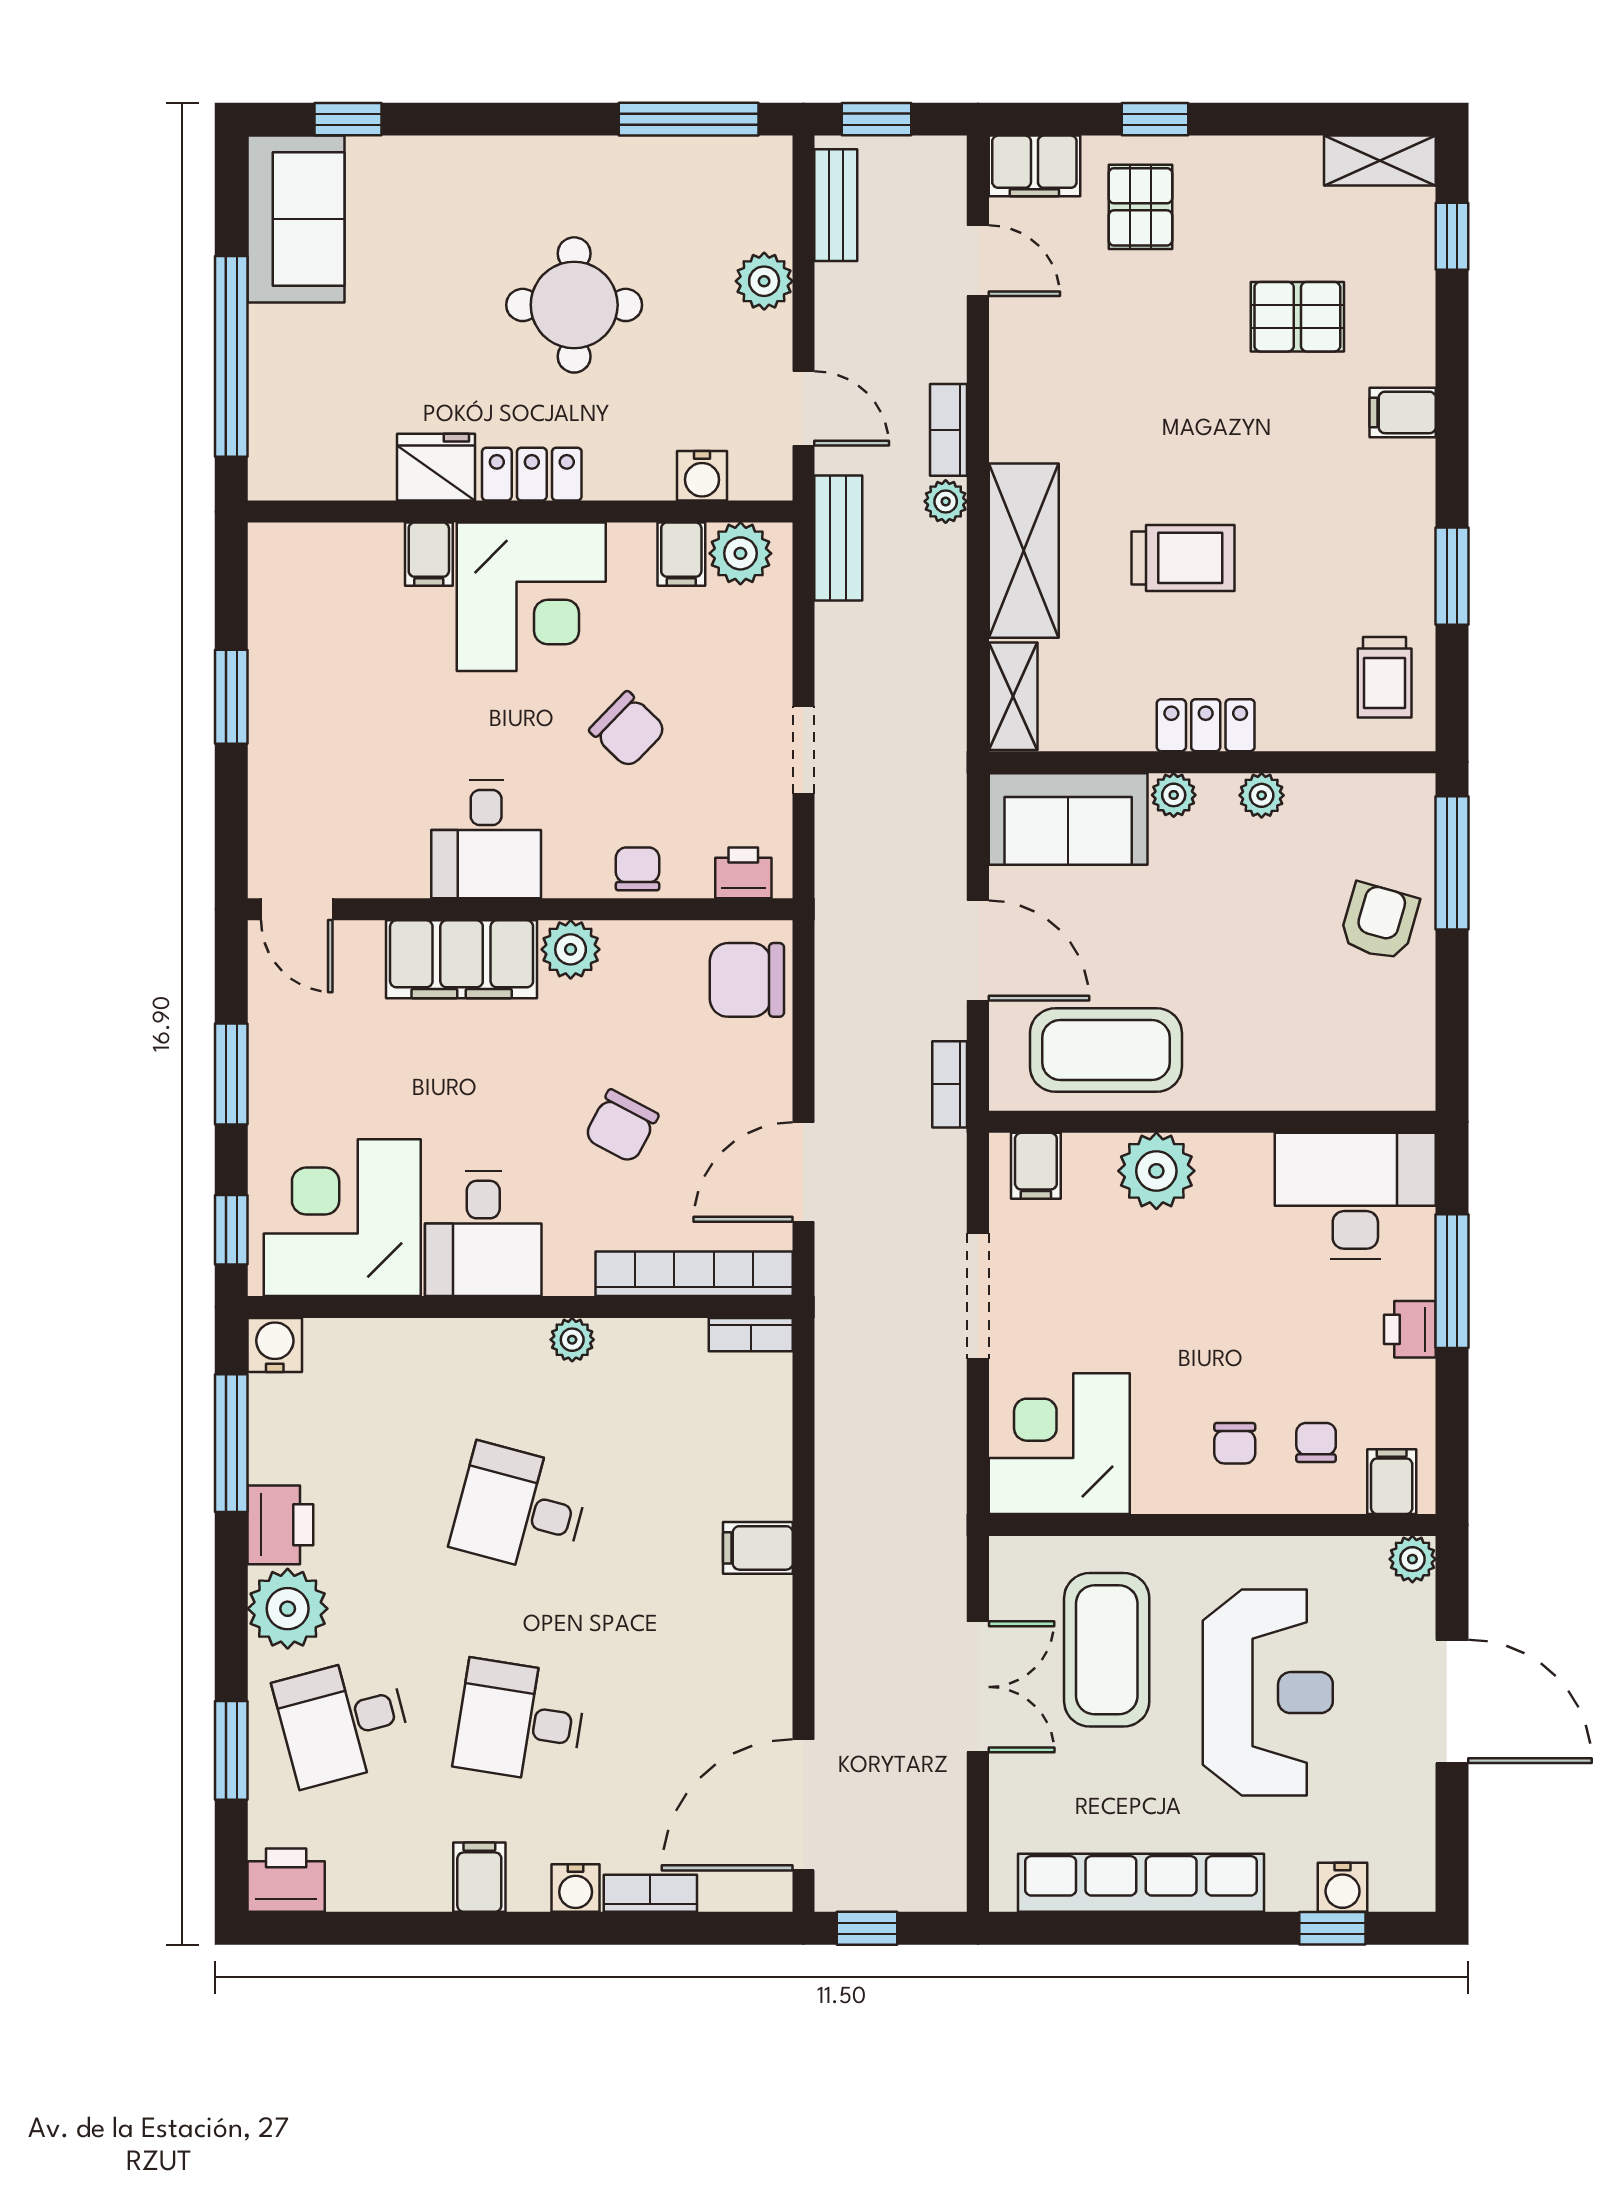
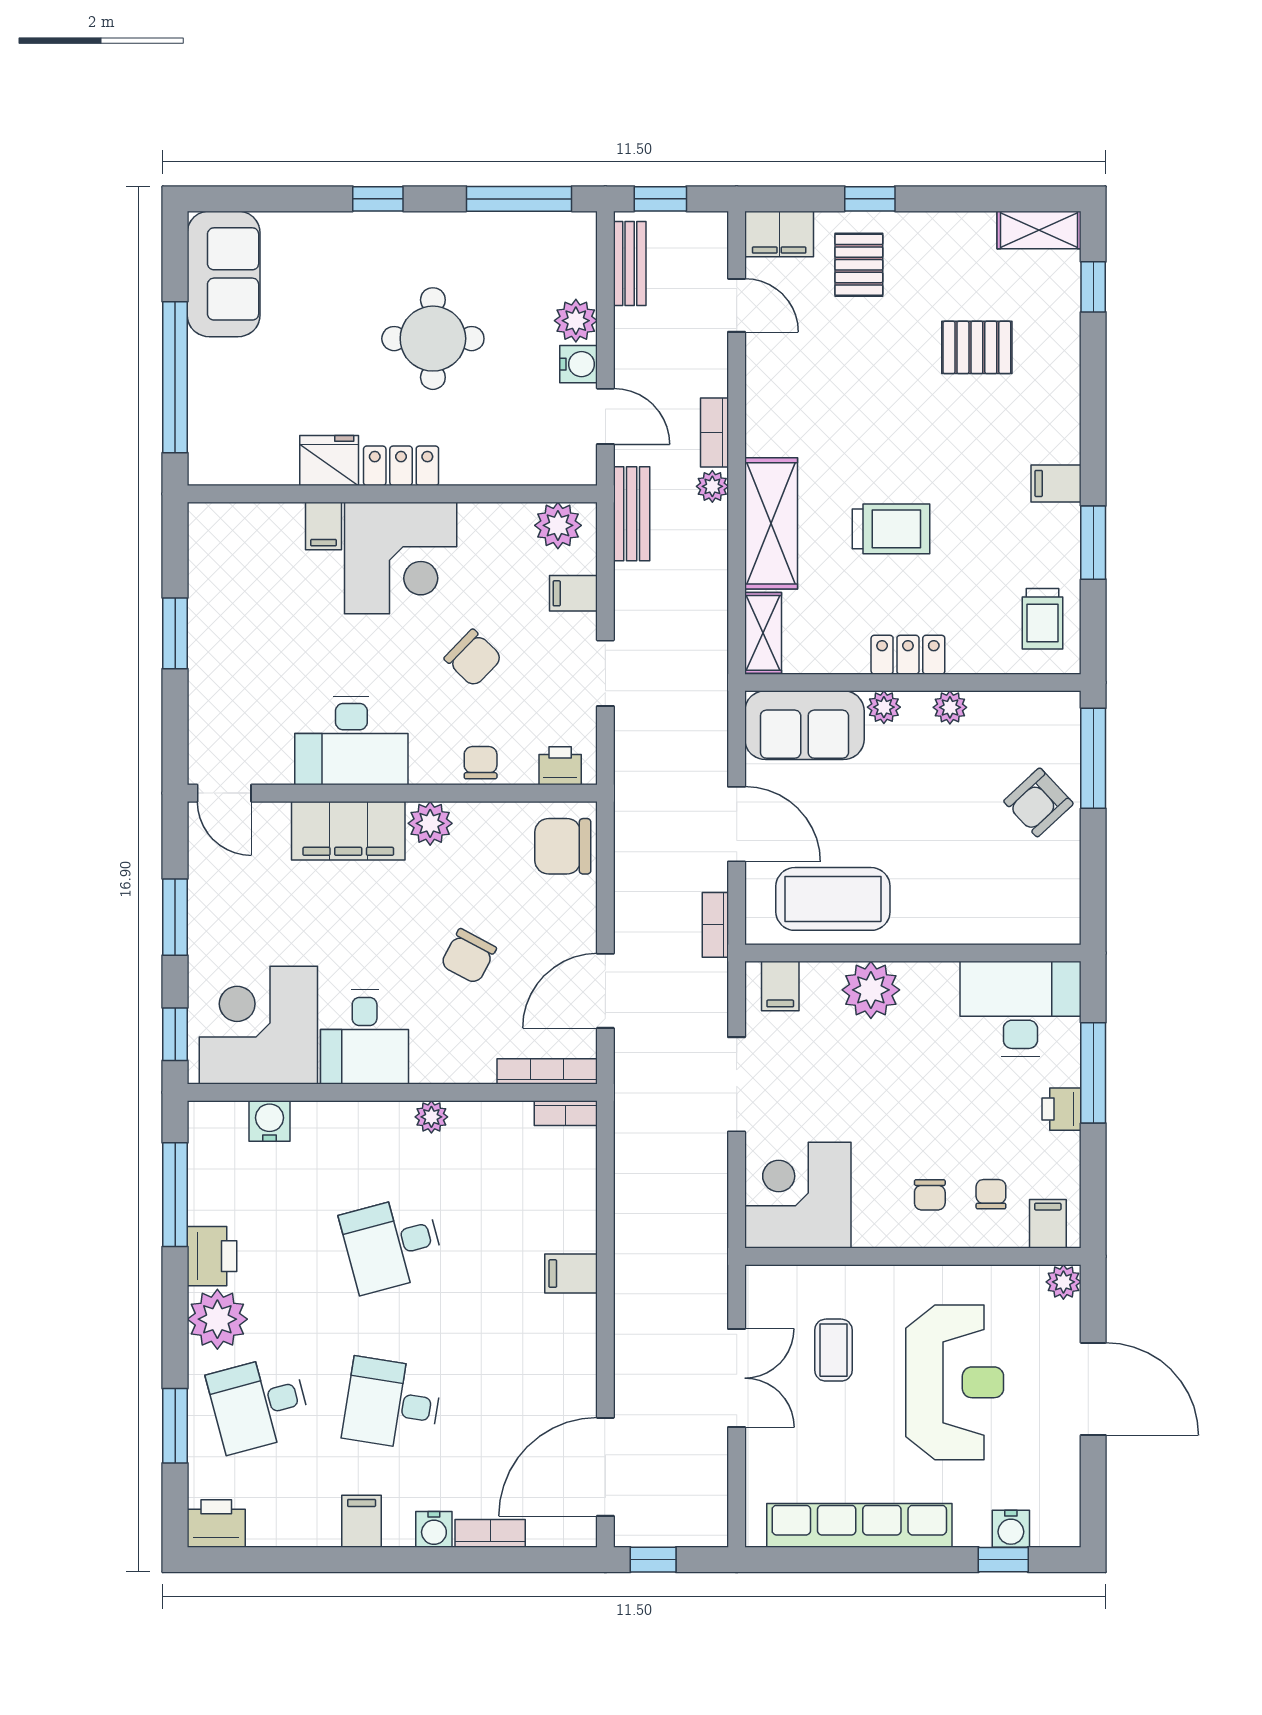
window: (348, 119) -> (378, 199), moved
filing cabinet: (1403, 412) -> (1056, 483), moved
water cooler: (702, 476) -> (579, 364), moved, turned -90
filing cabinet: (681, 554) -> (573, 593), moved, turned 90
desk: (486, 839) -> (351, 741), width x1.37
armchair: (1379, 922) -> (1038, 802), turned -149
bookcase: (694, 1274) -> (547, 1071), width x0.68, depth x0.76
water cooler: (275, 1345) -> (269, 1121), moved
desk: (520, 1509) -> (392, 1244), turned -30
coffee table: (1107, 1650) -> (833, 1350), width x0.54, depth x0.58

